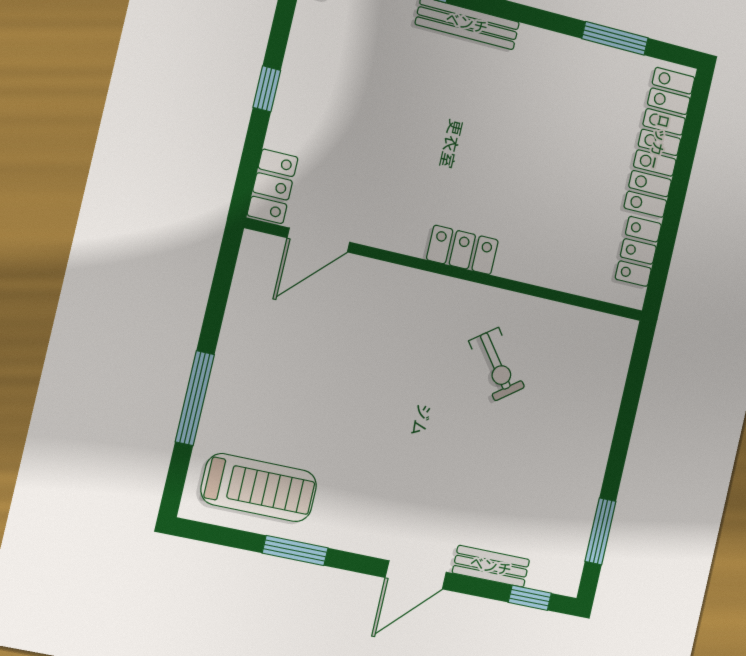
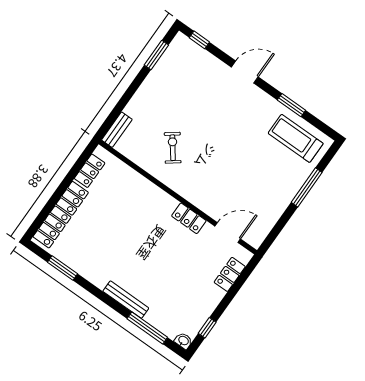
window: (267, 89) -> (207, 328), moved
locker: (273, 186) -> (230, 274), moved
locker: (462, 250) -> (189, 218), moved
bench: (491, 566) -> (117, 130), moved, turned 90

